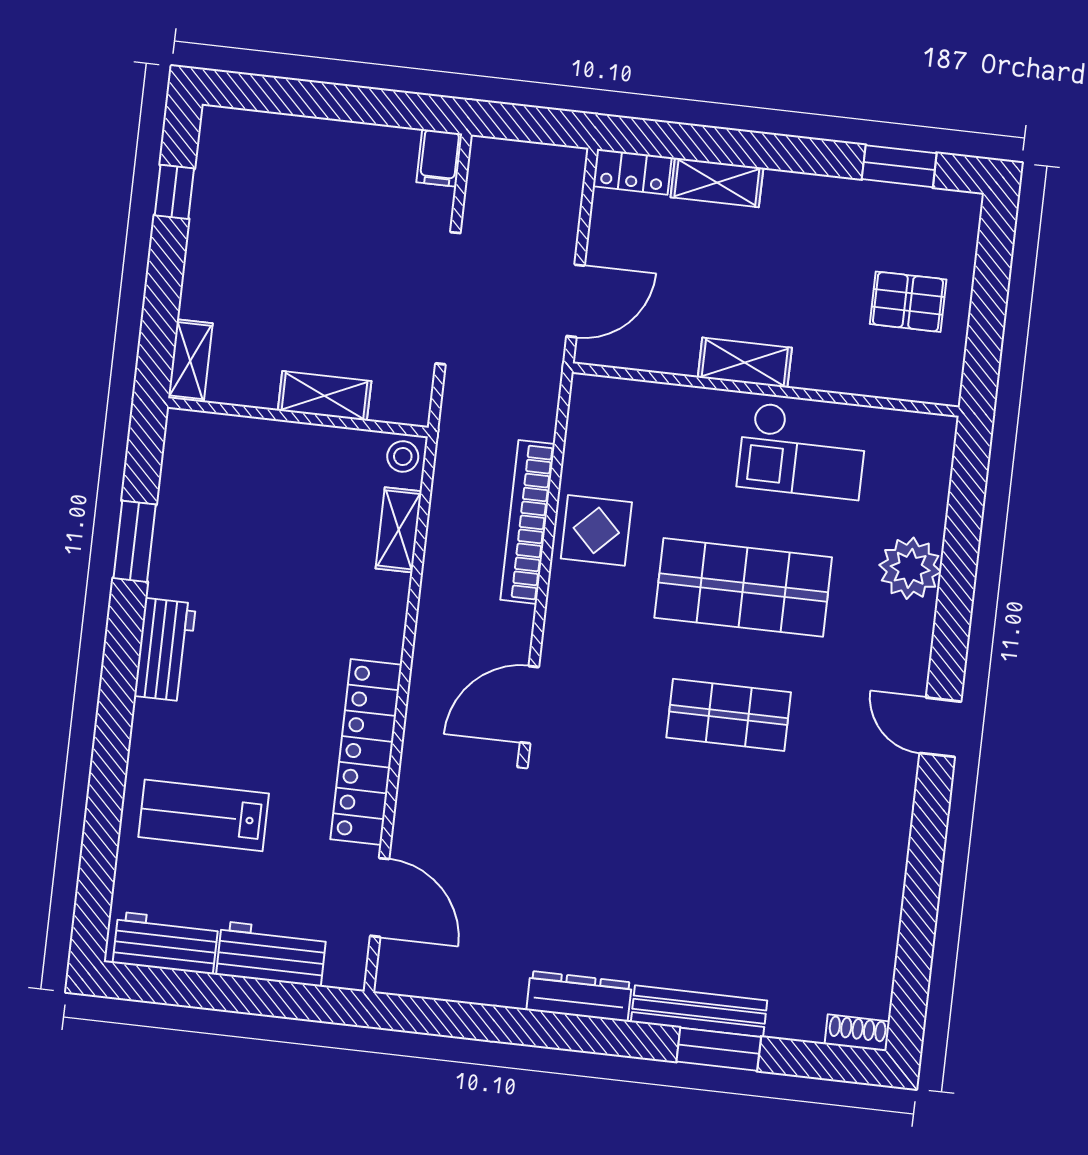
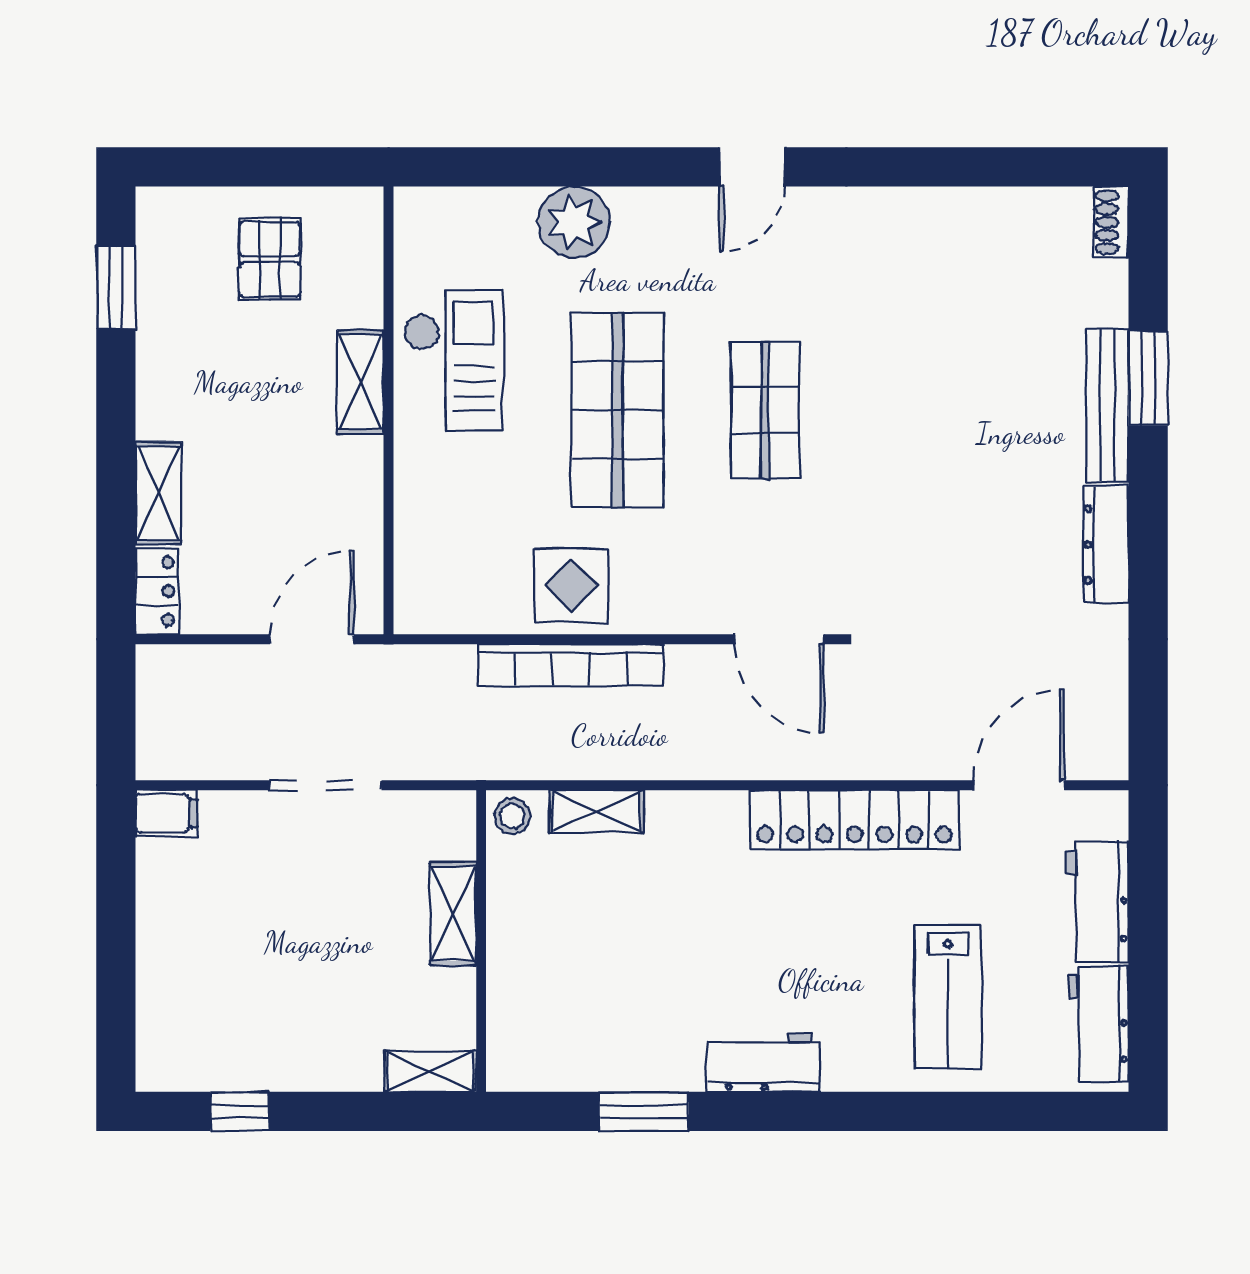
doorway: (448, 298) -> (325, 785), width x0.73
door: (575, 301) -> (312, 639), hinge flipped
shelving: (745, 363) -> (360, 382), moved

